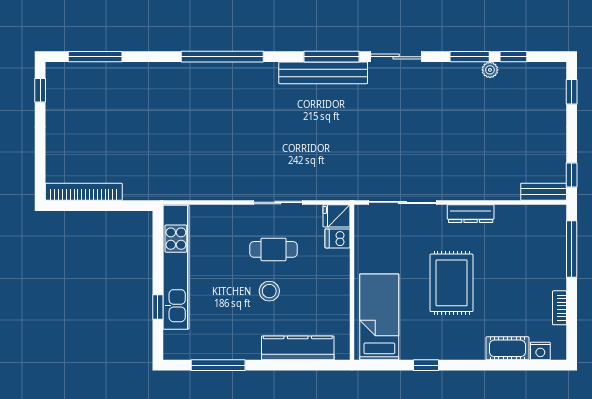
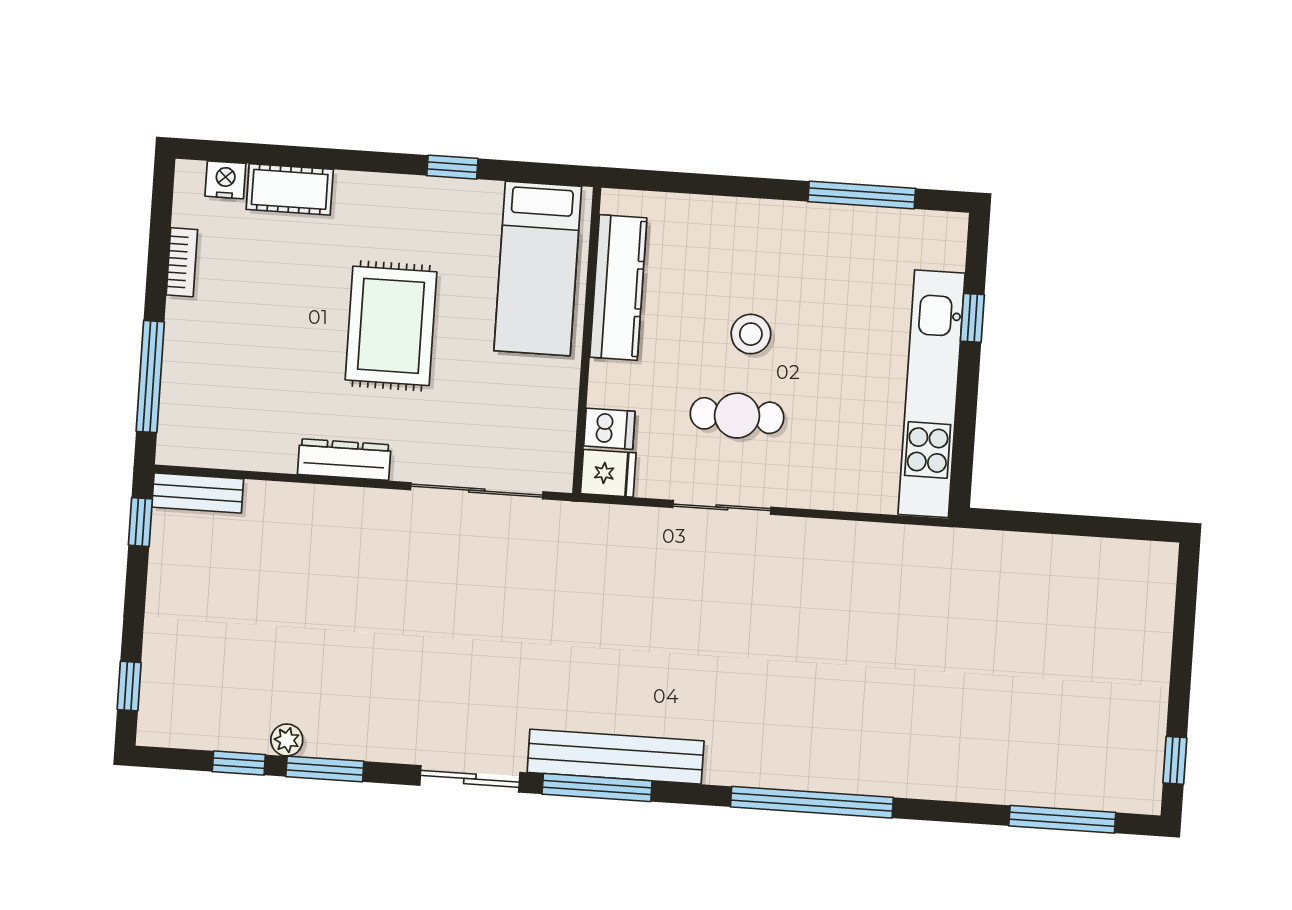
bookcase: (84, 192) -> (1103, 555), removed
kitchen counter: (298, 348) -> (618, 288), moved, turned -90

